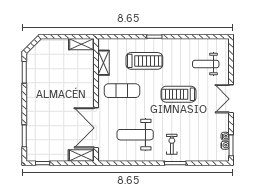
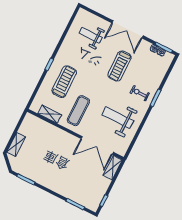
shelving: (81, 44) -> (16, 145), moved
weight bench: (206, 64) -> (91, 35), turned 90
treadmill: (179, 94) -> (120, 66), moved
double door: (231, 99) -> (128, 29), width x1.37
weight bench: (135, 135) -> (118, 118), turned 90

